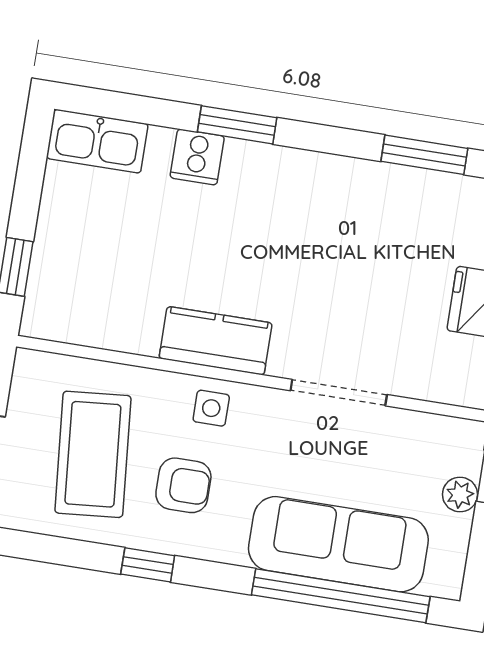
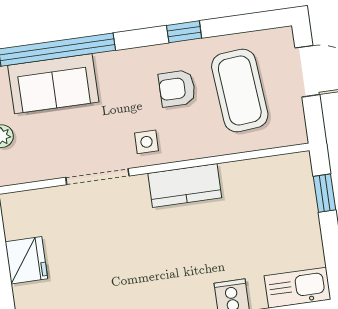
side table: (211, 408) -> (146, 142), moved
sofa: (338, 544) -> (53, 84), width x0.73

